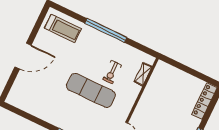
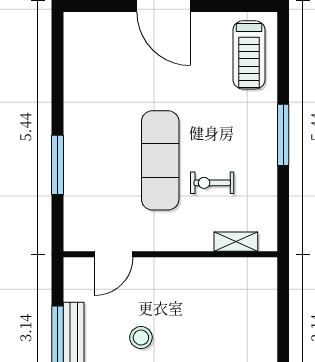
window: (106, 30) -> (283, 135), width x0.68

